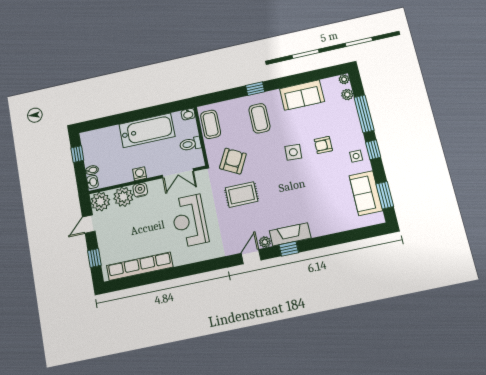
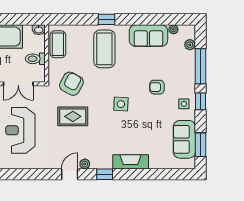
plant: (344, 79) -> (173, 29), moved
coffee table: (259, 118) -> (104, 49), width x1.36, depth x1.32
side table: (293, 152) -> (121, 104), moved
fireplace: (290, 234) -> (131, 162), moved

